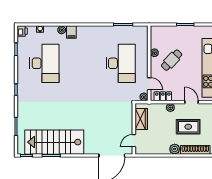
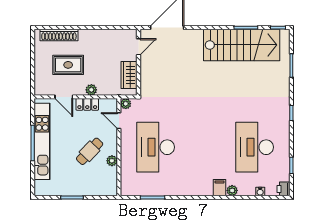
locker: (163, 96) -> (87, 104), moved
plant: (175, 149) -> (86, 36), removed

